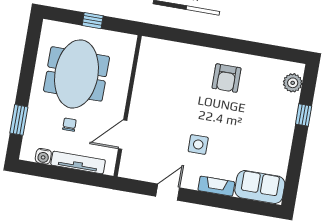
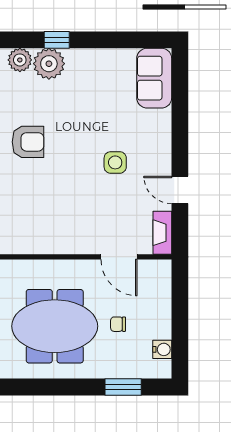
plant: (286, 105) -> (49, 64), added
tv unit: (78, 163) -> (163, 306), removed
fireplace: (216, 186) -> (162, 233), moved

